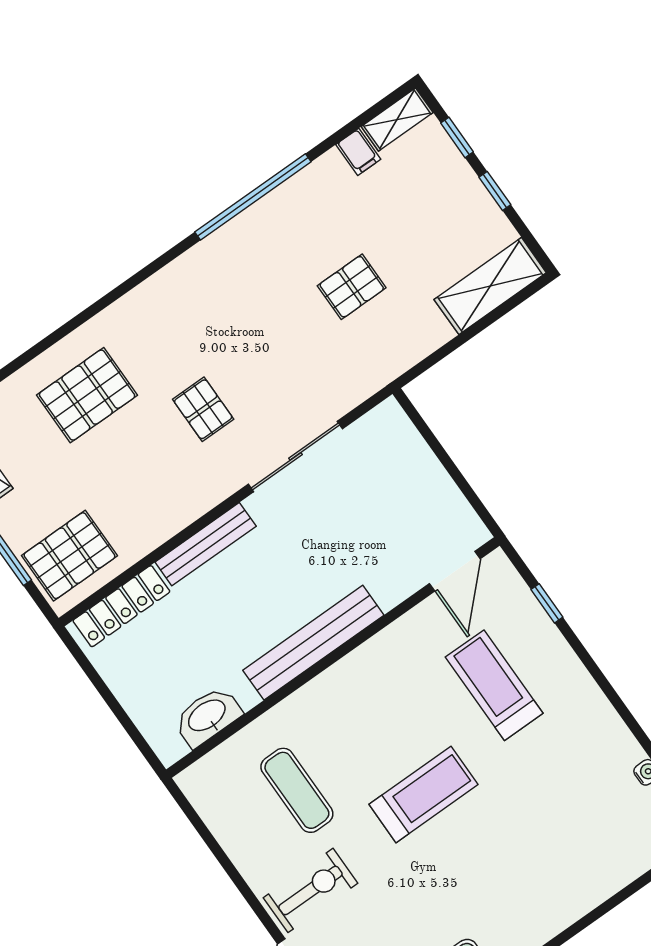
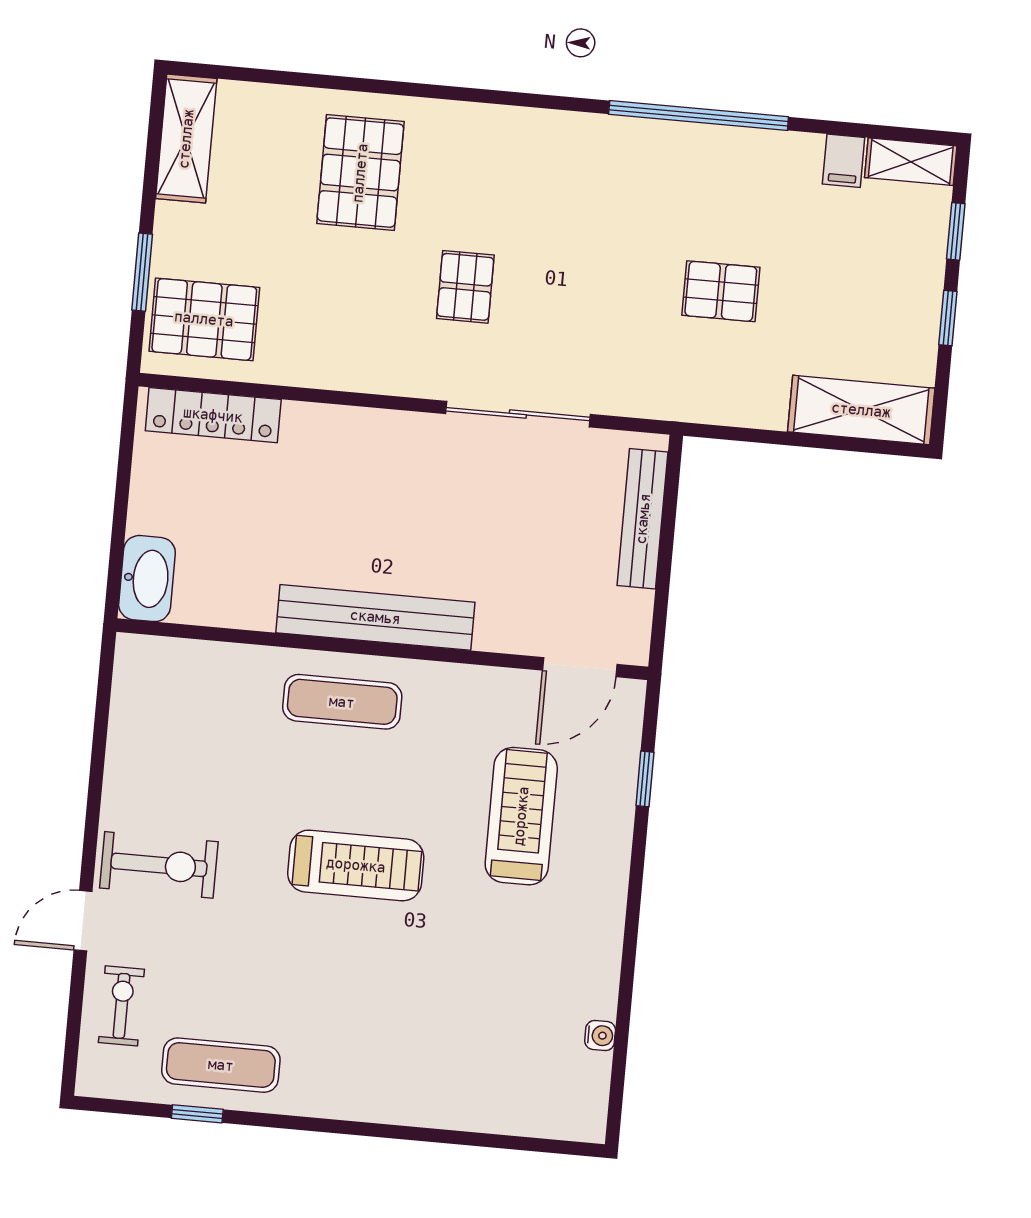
pallet: (87, 395) -> (360, 173), turned 90
bench: (206, 544) -> (643, 519), moved, turned 90
washbasin: (207, 716) -> (147, 579), moved, turned 90
exercise mat: (297, 790) -> (342, 702), moved, turned 90

